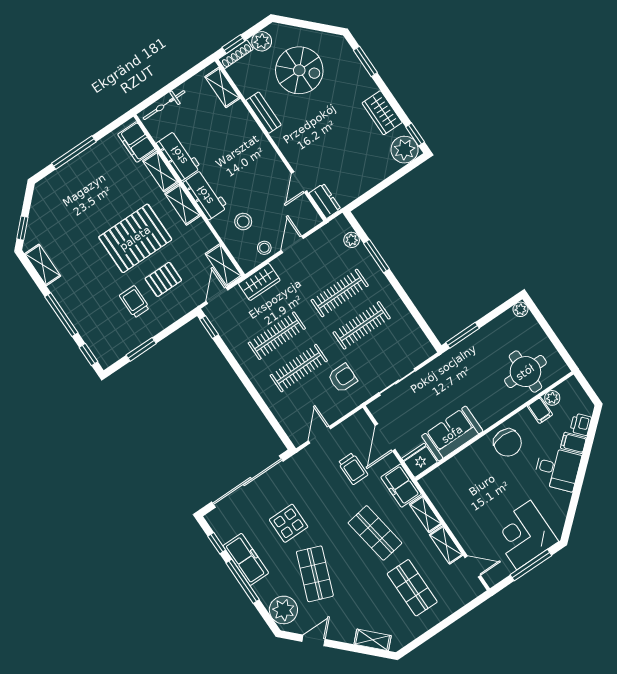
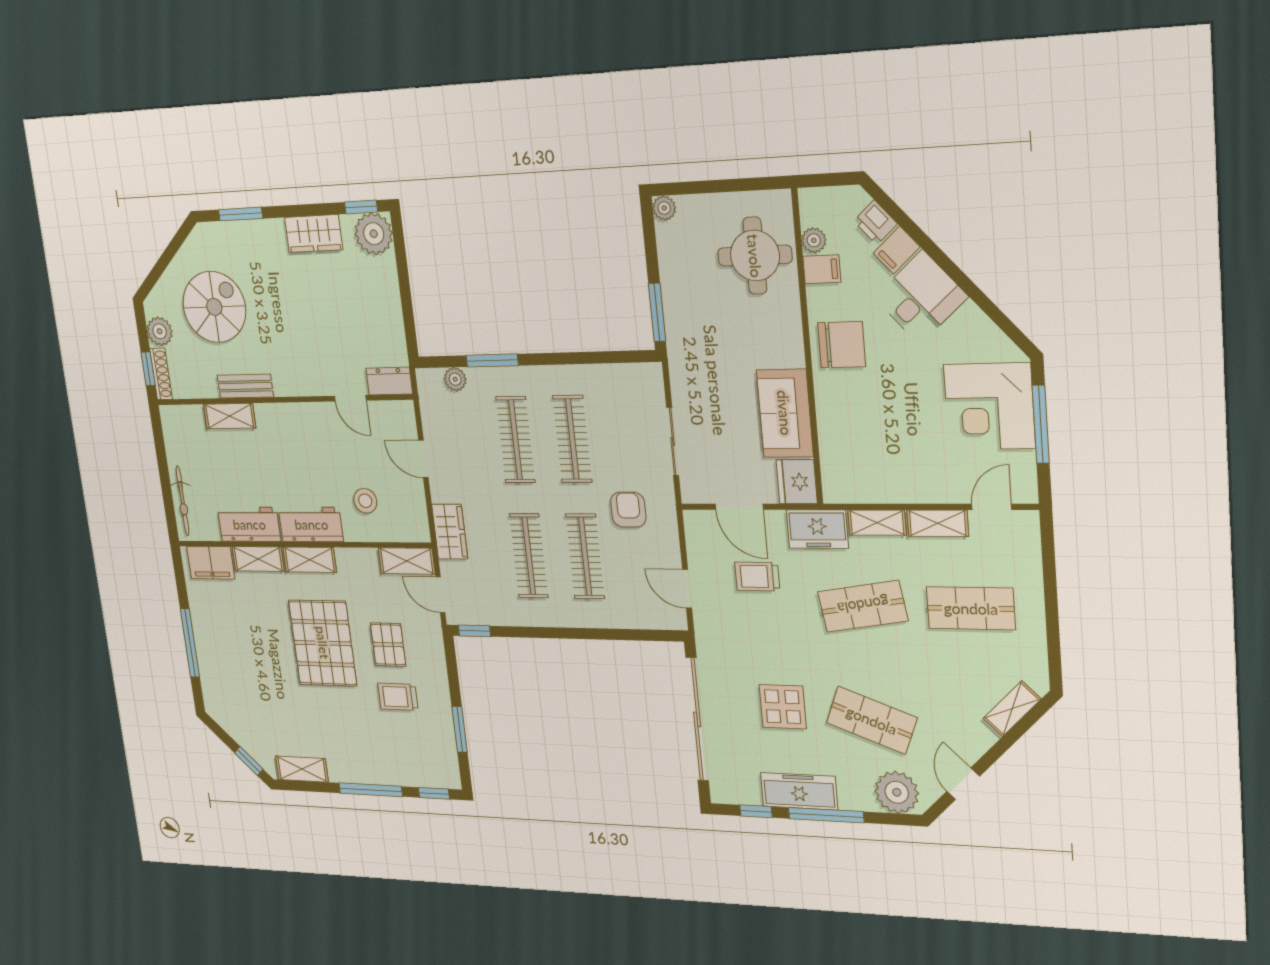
shelving: (222, 88) -> (230, 416), moved
stool: (264, 248) -> (410, 497), removed
trolley: (353, 469) -> (757, 576), turned 180

